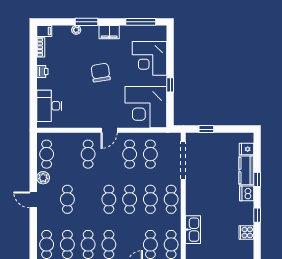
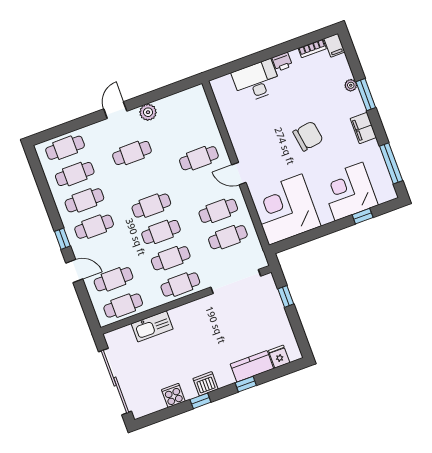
window: (170, 85) -> (363, 216), moved
desk: (49, 106) -> (256, 81), moved
cafe table: (47, 154) -> (180, 106), removed
dishwasher: (247, 193) -> (206, 384), moved

